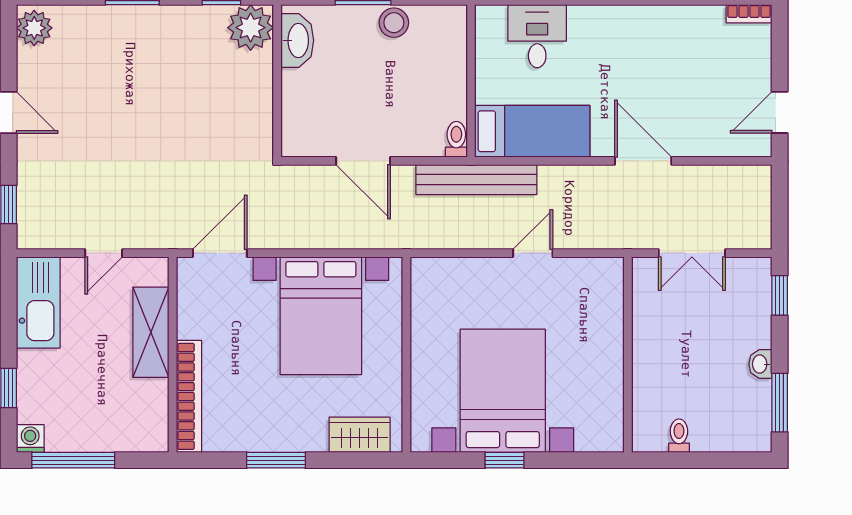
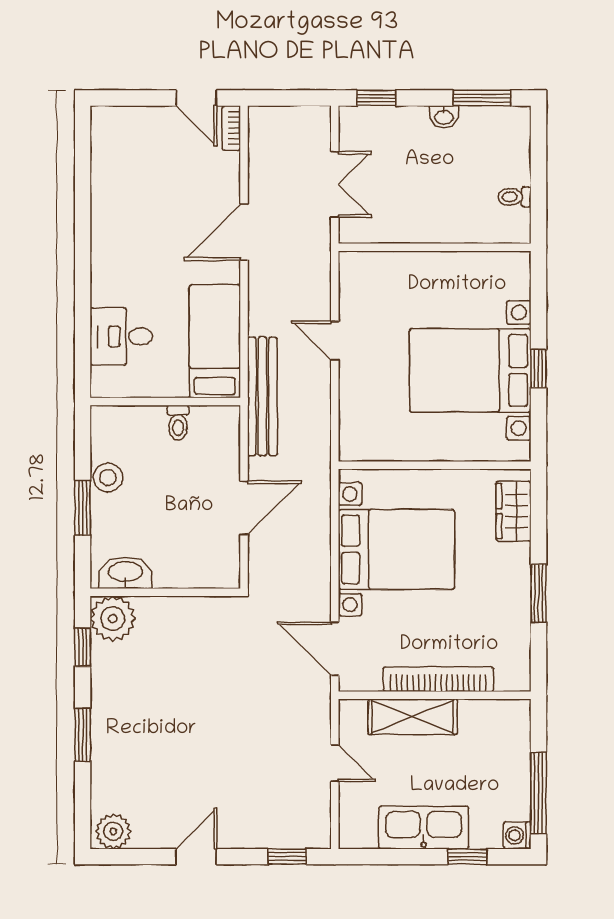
bookcase: (749, 14) -> (231, 128), moved, turned 180
toilet: (456, 139) -> (178, 423), moved, turned -90
kitchen sink: (38, 302) -> (424, 827), moved
bookcase: (189, 396) -> (438, 679), moved

